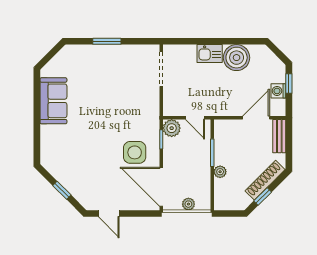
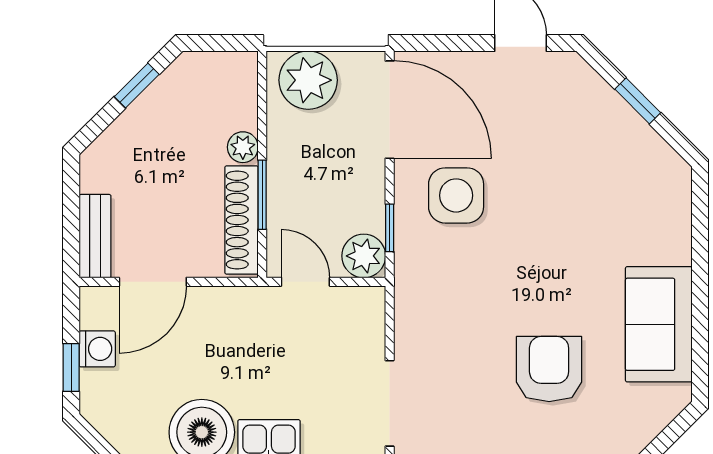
armchair: (97, 83) -> (549, 369), added
shoe rack: (265, 180) -> (242, 220), moved, turned 135
plant: (188, 204) -> (308, 80), width x1.88, depth x1.88

